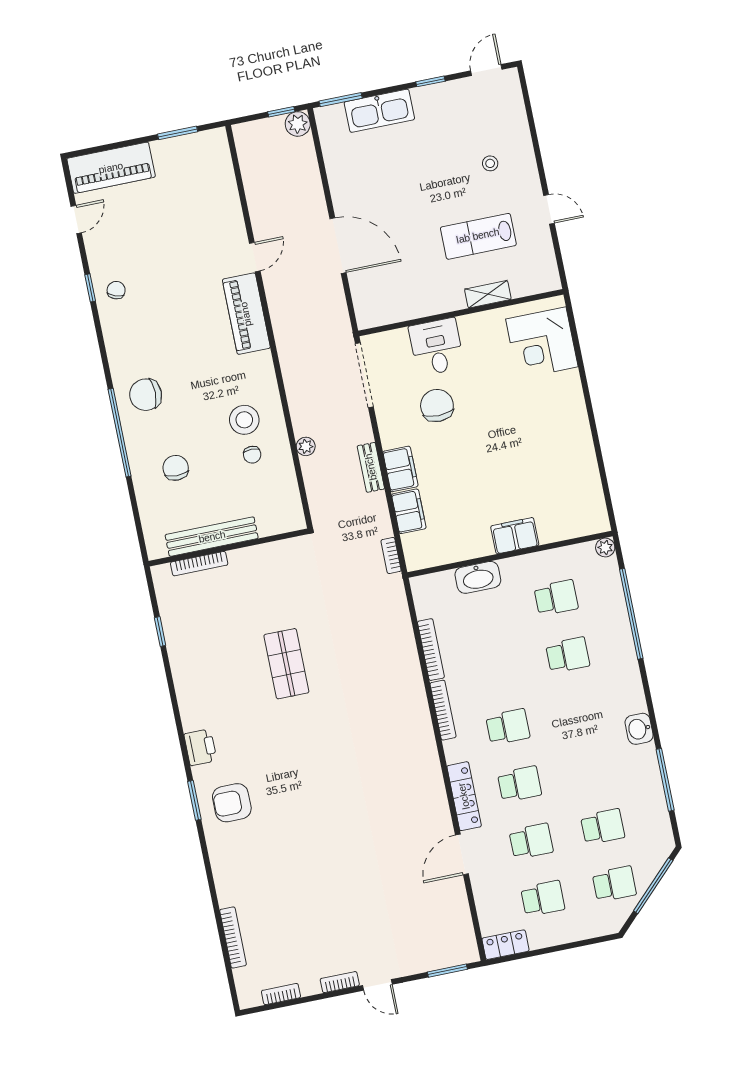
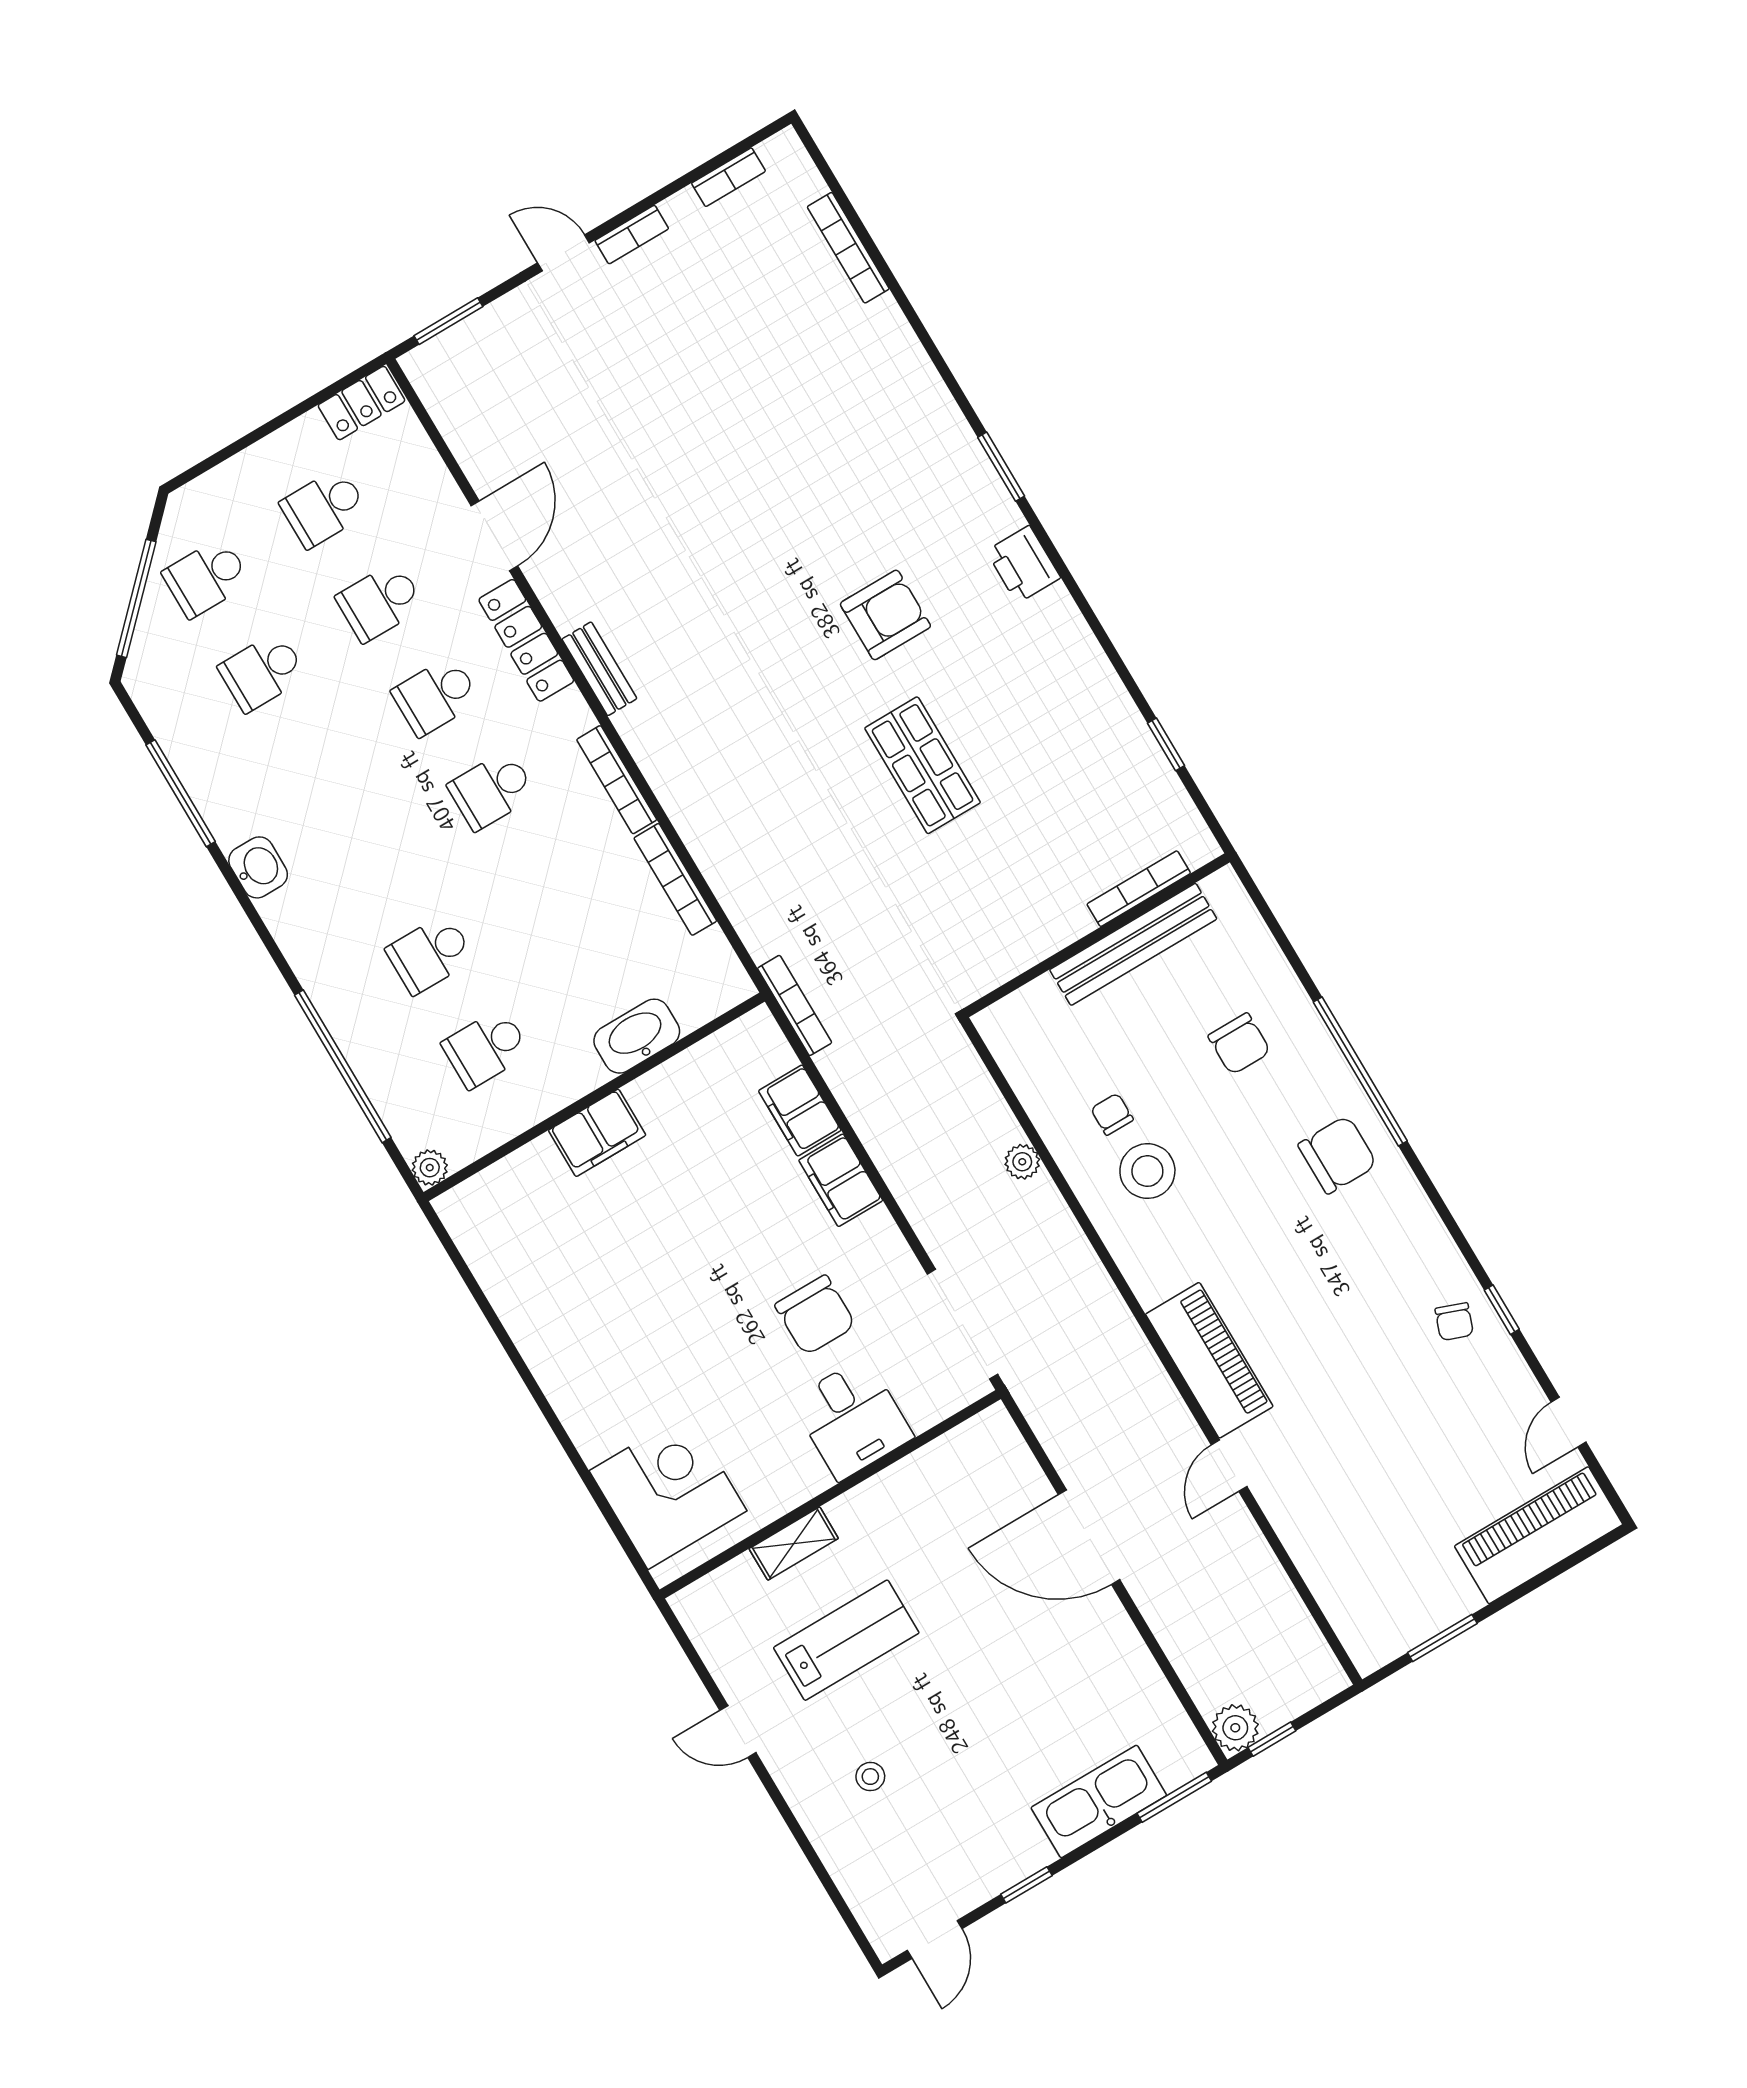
bench: (371, 467) -> (599, 669), moved
bookcase: (391, 556) -> (795, 1005), width x1.56
armchair: (232, 803) -> (885, 615), moved

